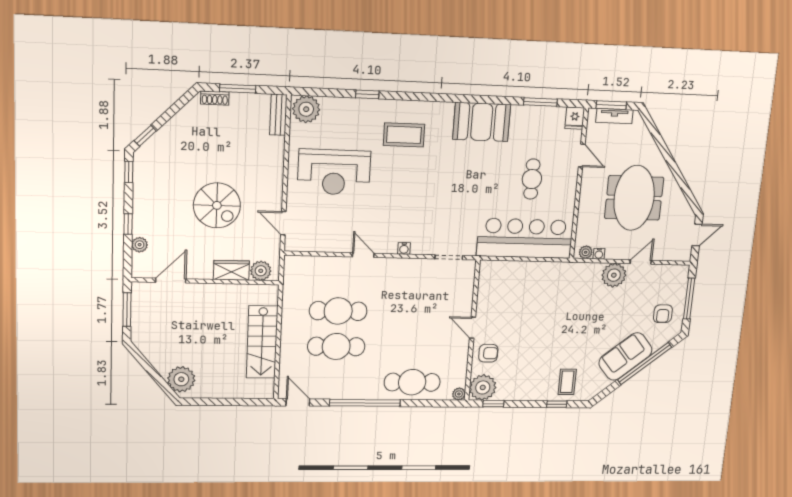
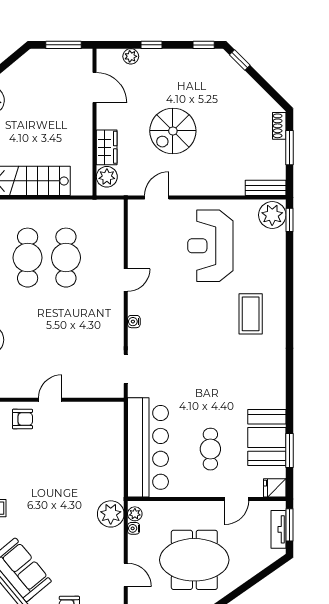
window: (367, 94) -> (289, 220), moved
booth: (482, 122) -> (267, 438), moved
cafe table: (532, 179) -> (210, 449), turned 90
plant: (614, 275) -> (111, 514), moved
armchair: (488, 353) -> (22, 419), turned -90

